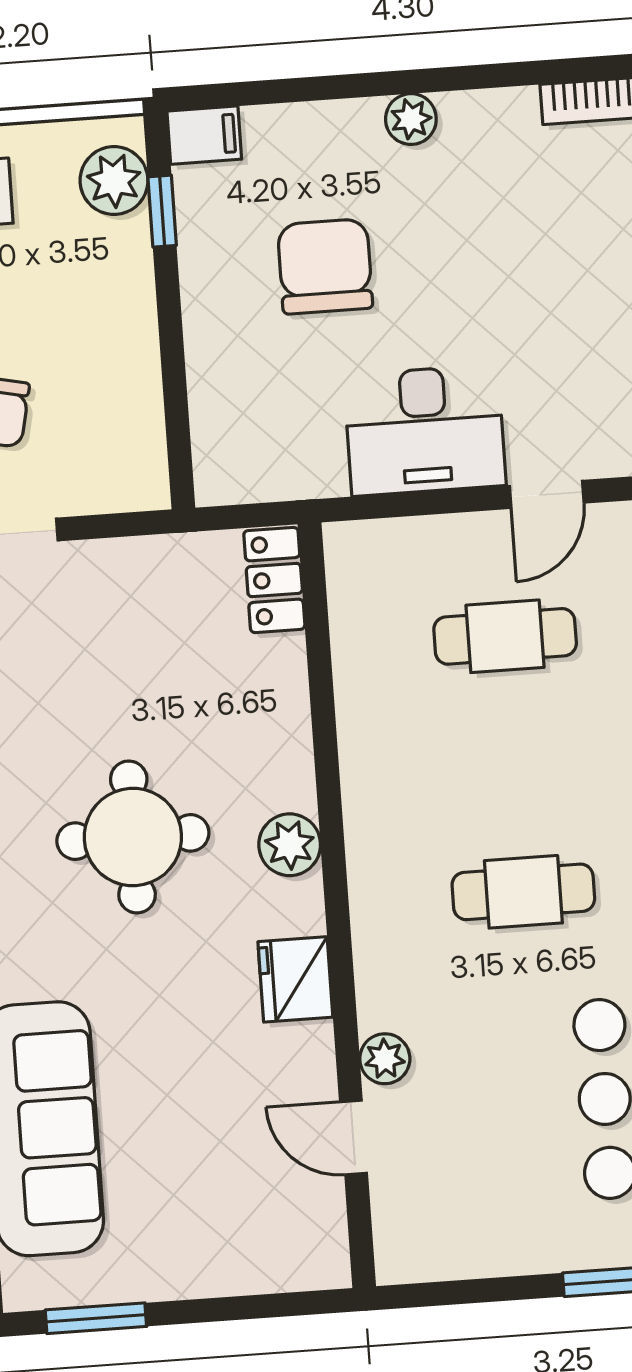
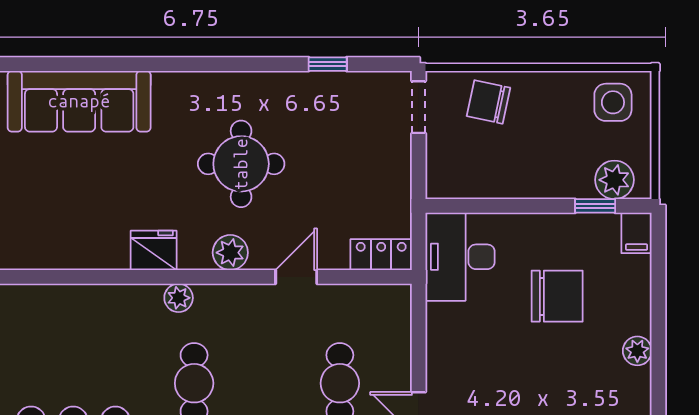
desk: (425, 430) -> (460, 257), moved
plant: (385, 1059) -> (179, 298), moved
door: (353, 1137) -> (296, 277), moved

